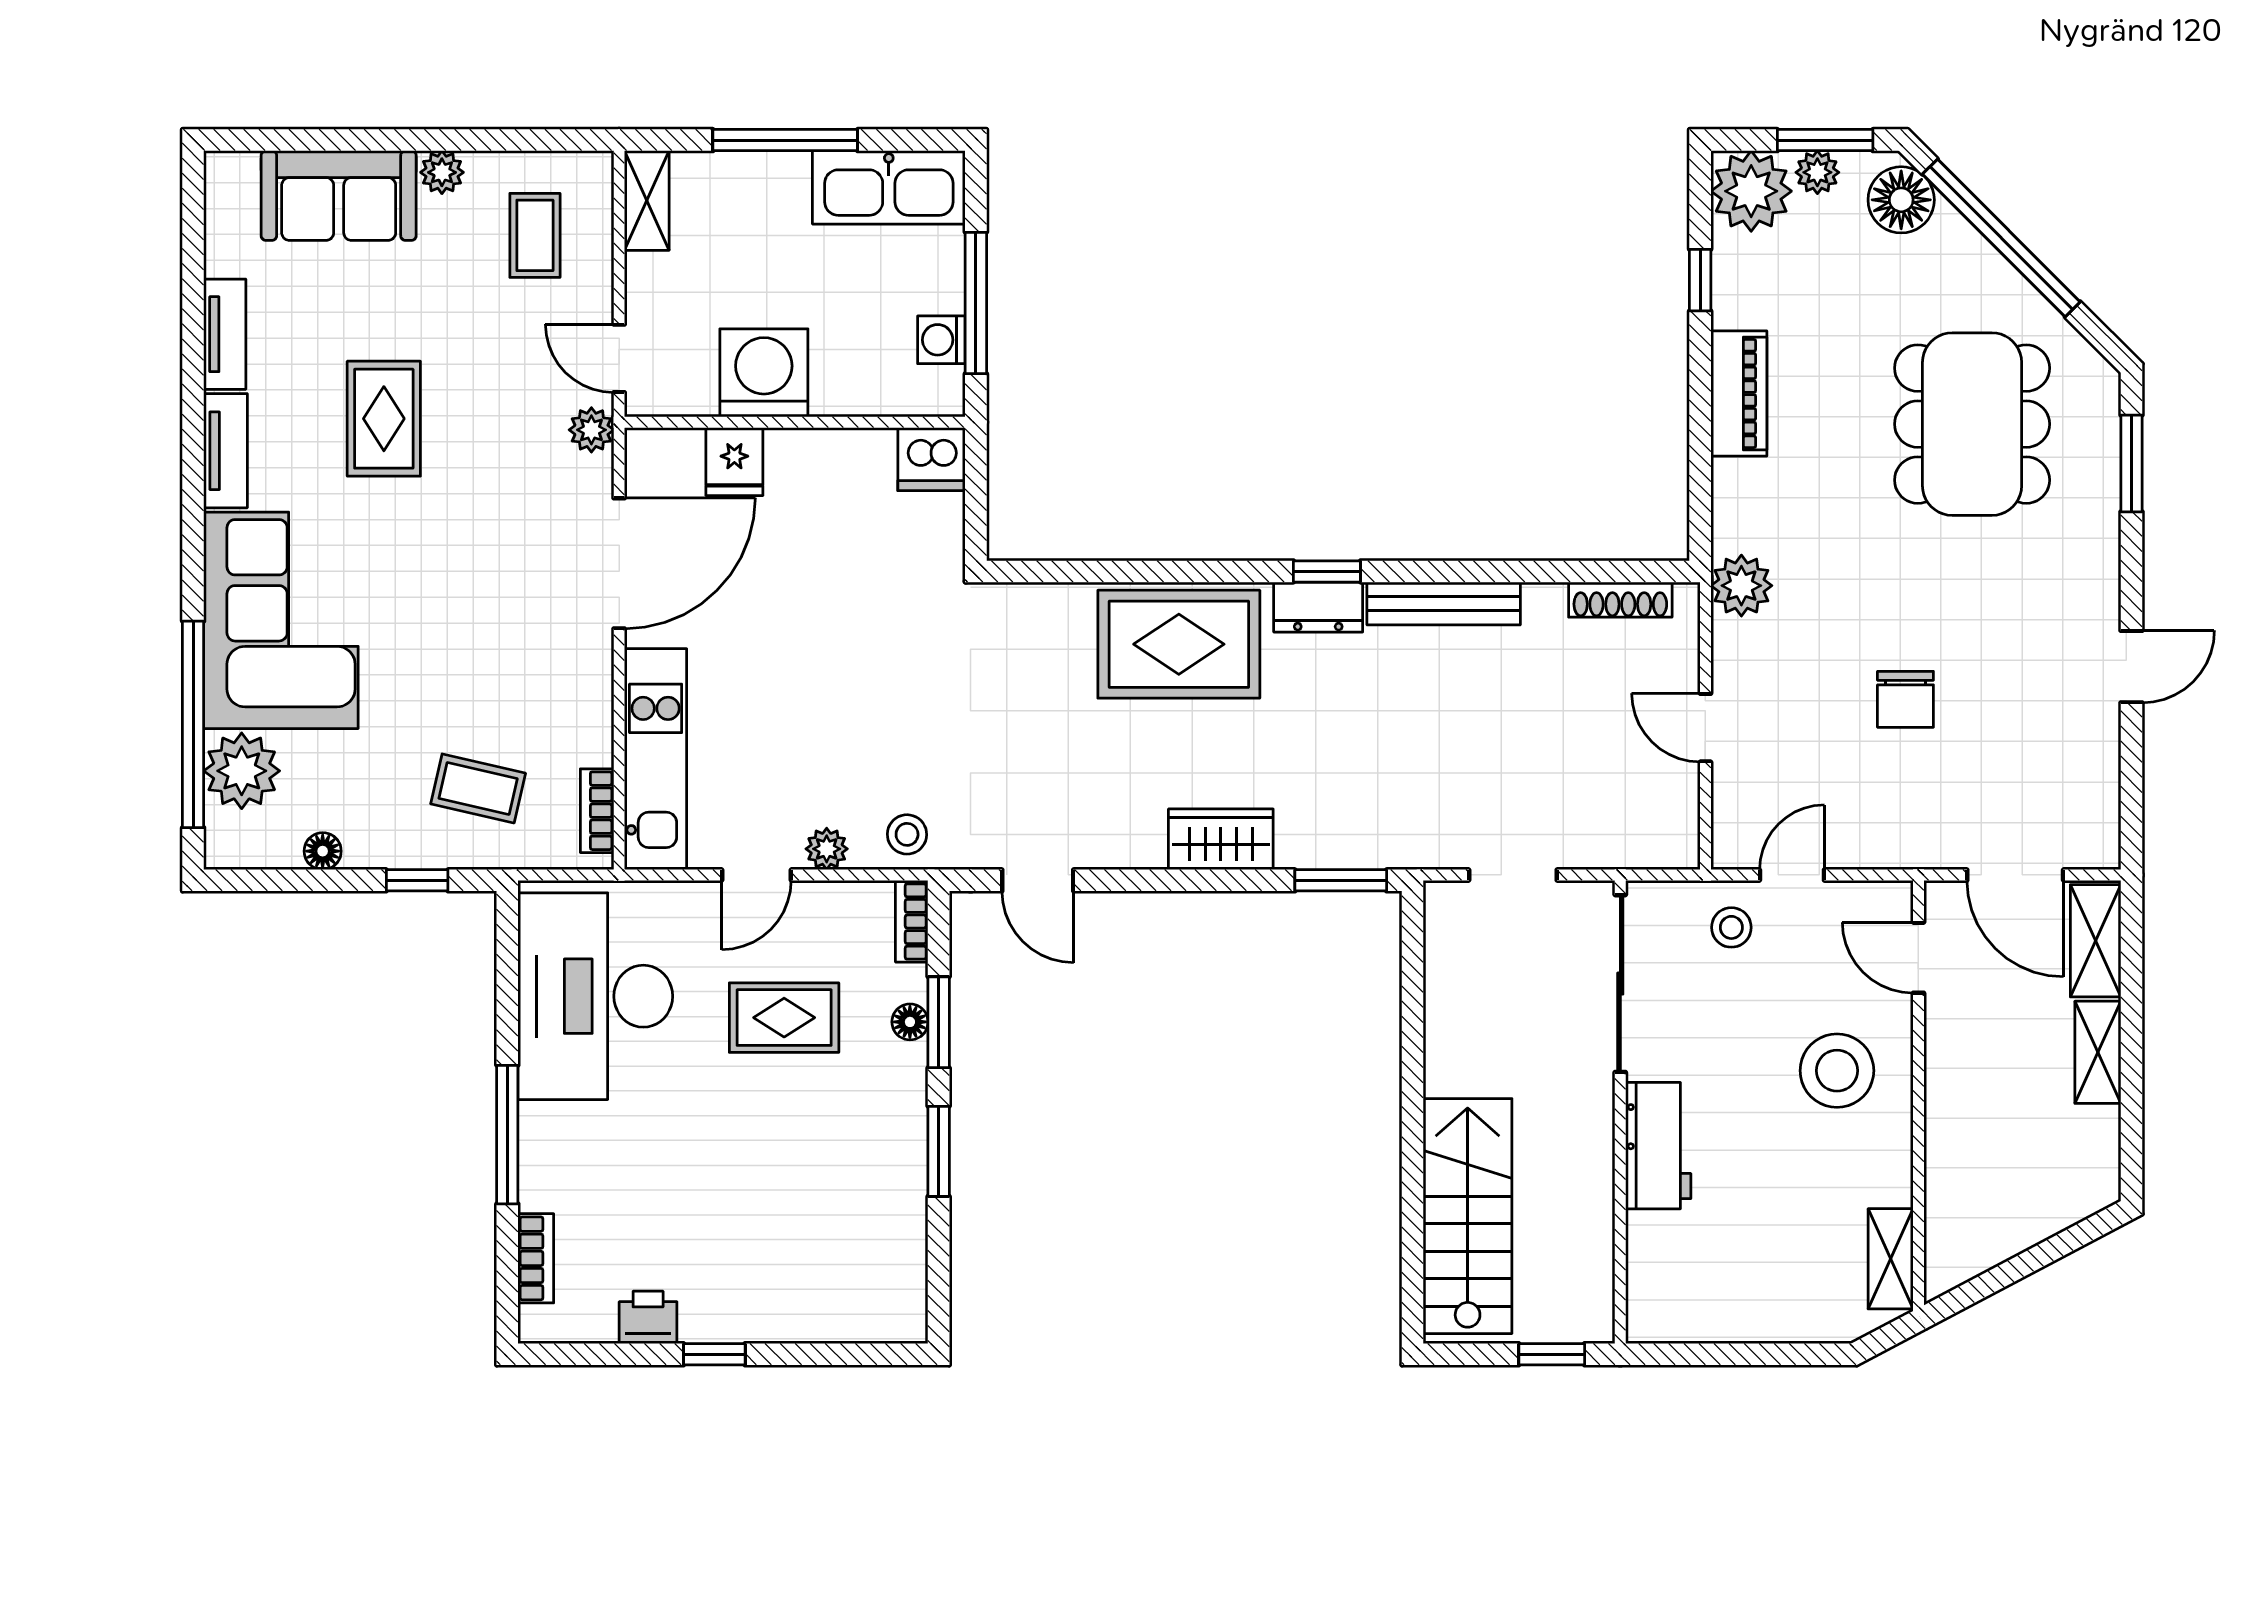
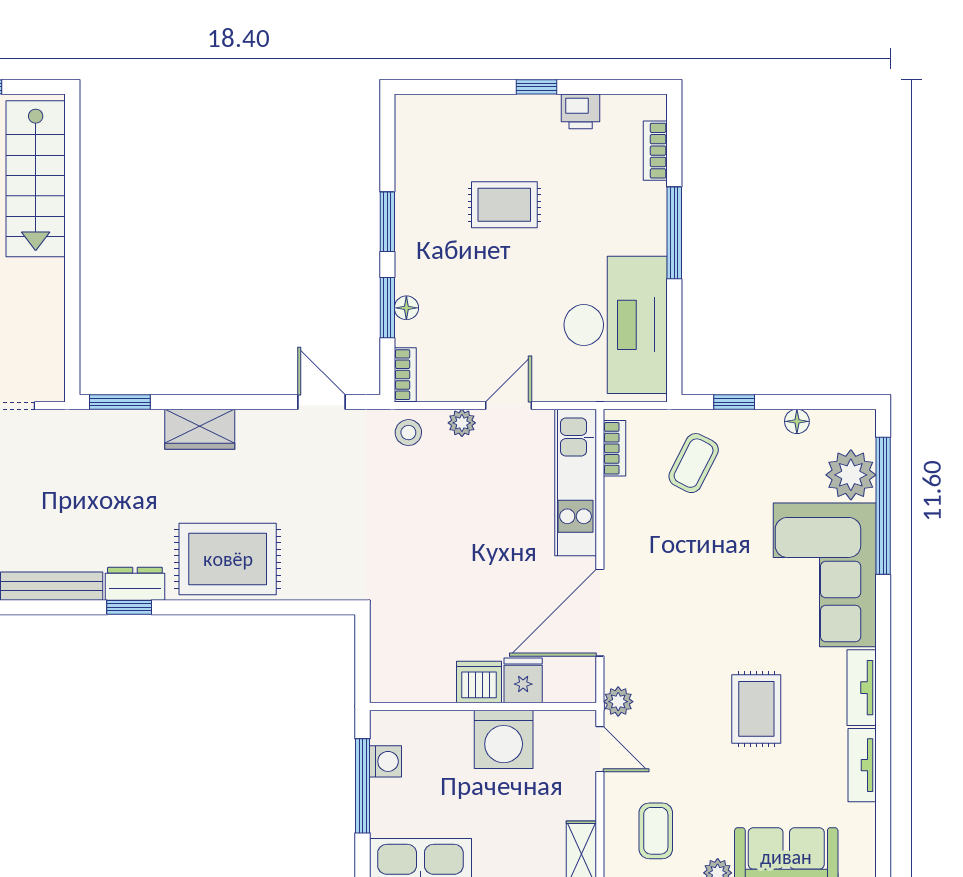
dishwasher: (932, 459) -> (479, 682), moved
coffee table: (478, 788) -> (694, 463), turned -76
rug: (784, 1018) -> (504, 205), moved

